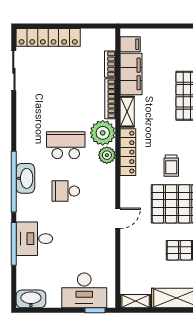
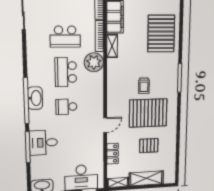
school desk: (66, 99) -> (65, 37), added
school desk: (66, 145) -> (66, 72), turned -90
locker: (128, 152) -> (113, 154), moved, width x0.66
plant: (107, 155) -> (97, 79), removed

